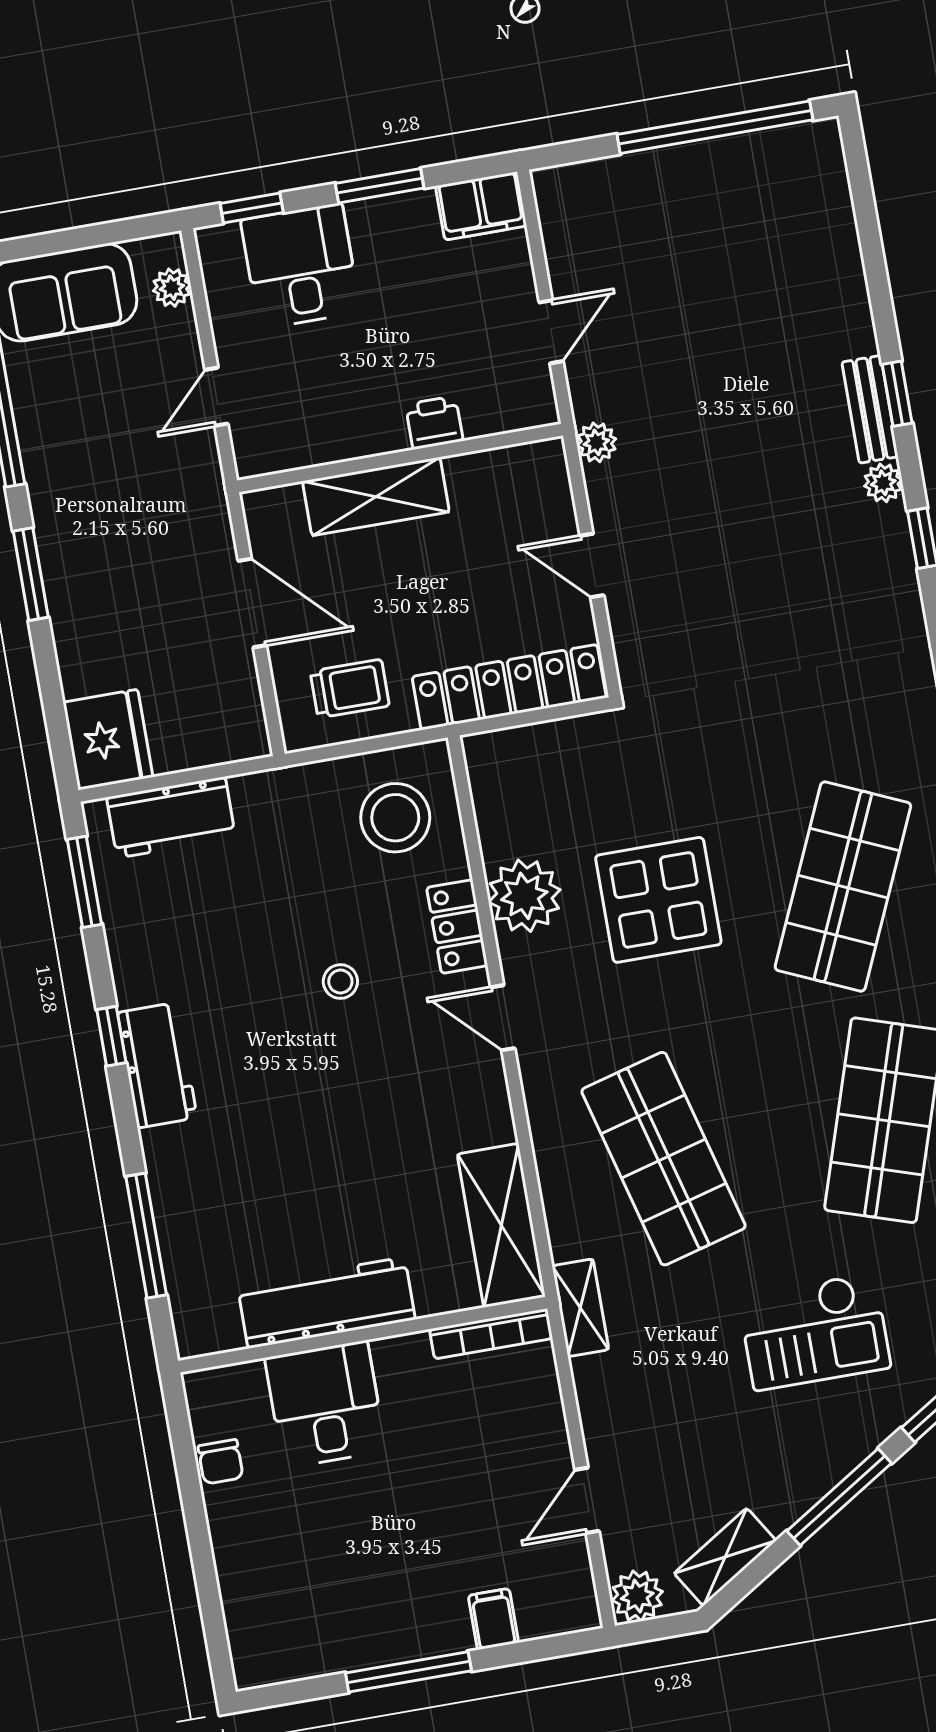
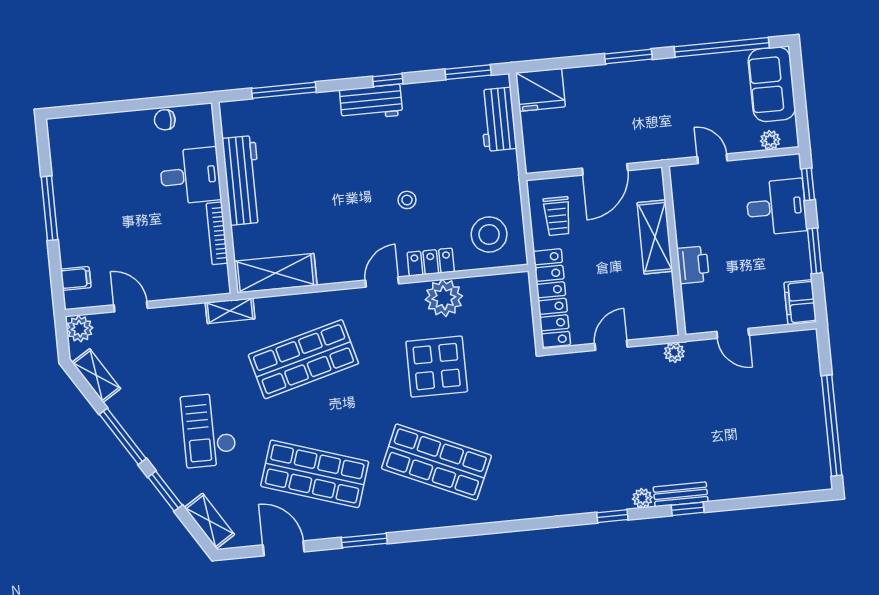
printer: (434, 423) -> (693, 265), width x1.36, depth x1.24
bookcase: (491, 1334) -> (217, 233), moved
filing cabinet: (493, 1619) -> (76, 278), moved

